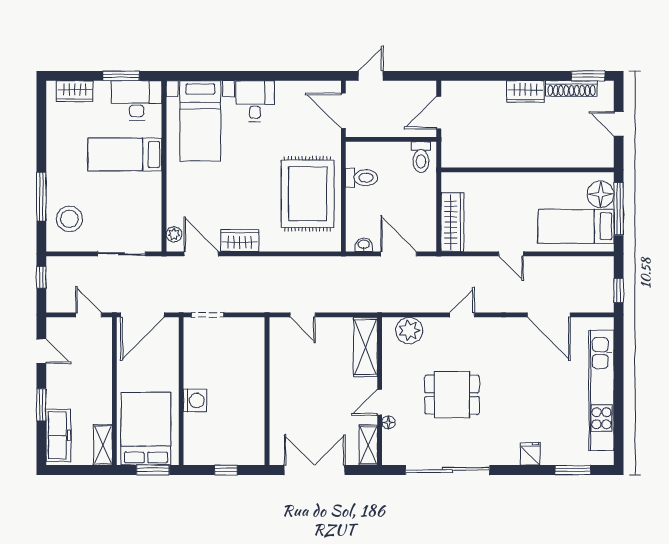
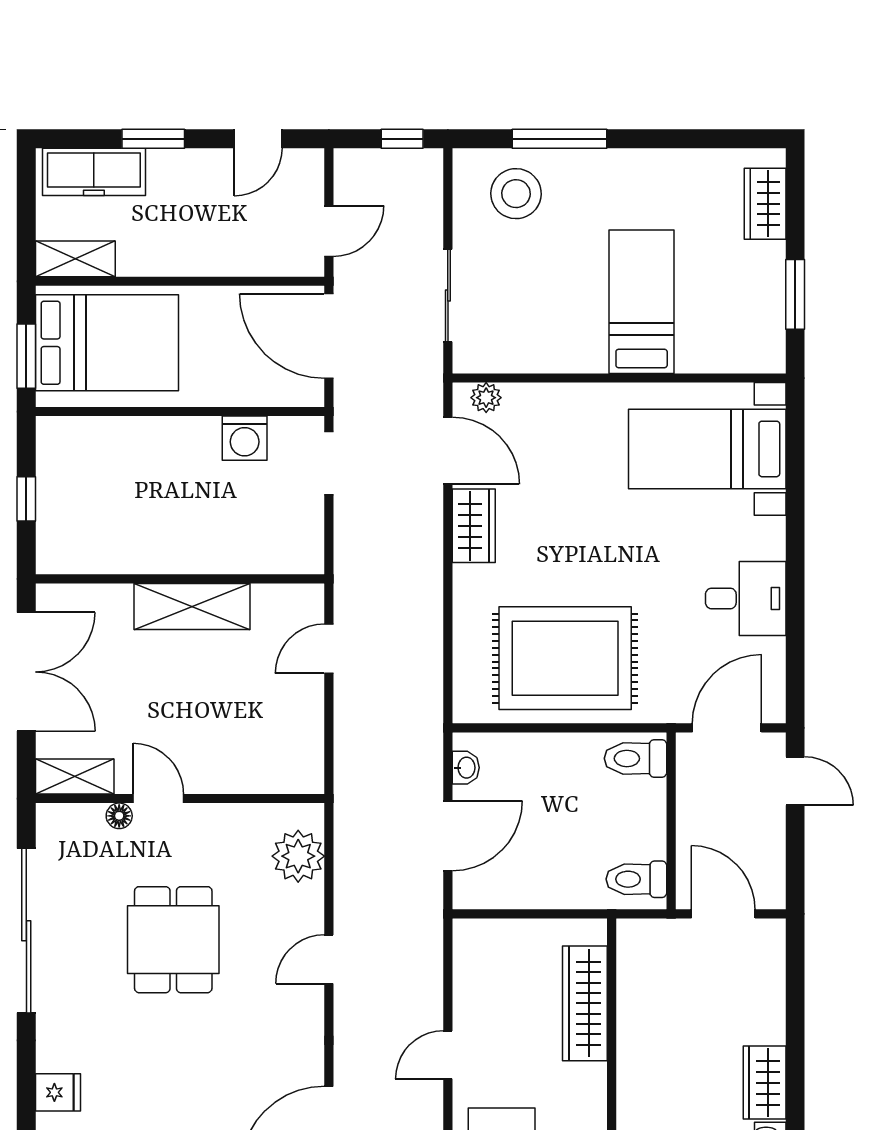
desk: (137, 100) -> (747, 325), removed
desk: (255, 101) -> (746, 598), moved
toilet: (362, 178) -> (636, 758), moved, turned 90
wardrobe: (452, 222) -> (585, 1003), moved, turned 90
door: (201, 254) -> (448, 451), hinge flipped
door: (462, 315) -> (329, 959), swing flipped
shelving: (365, 347) -> (192, 607), moved
washing machine: (195, 400) -> (245, 438), moved

